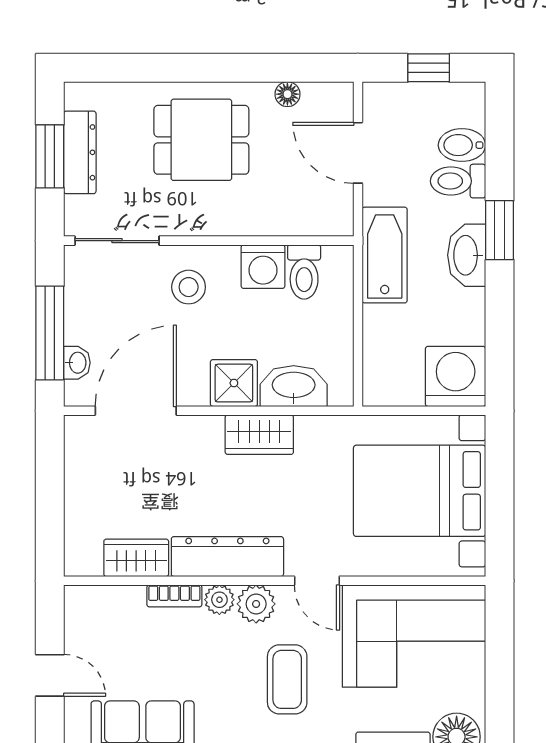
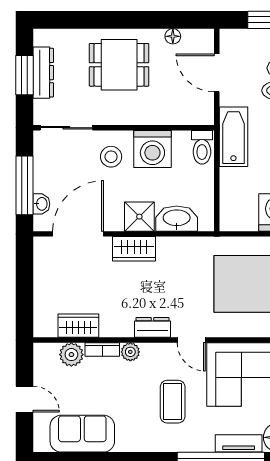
washing machine: (263, 267) -> (152, 149), width x1.37, depth x1.37
toilet: (304, 272) -> (202, 147), moved
wardrobe: (259, 435) -> (134, 249), moved
dresser: (227, 557) -> (152, 327), width x0.51, depth x0.80
plant: (256, 604) -> (71, 355), moved

